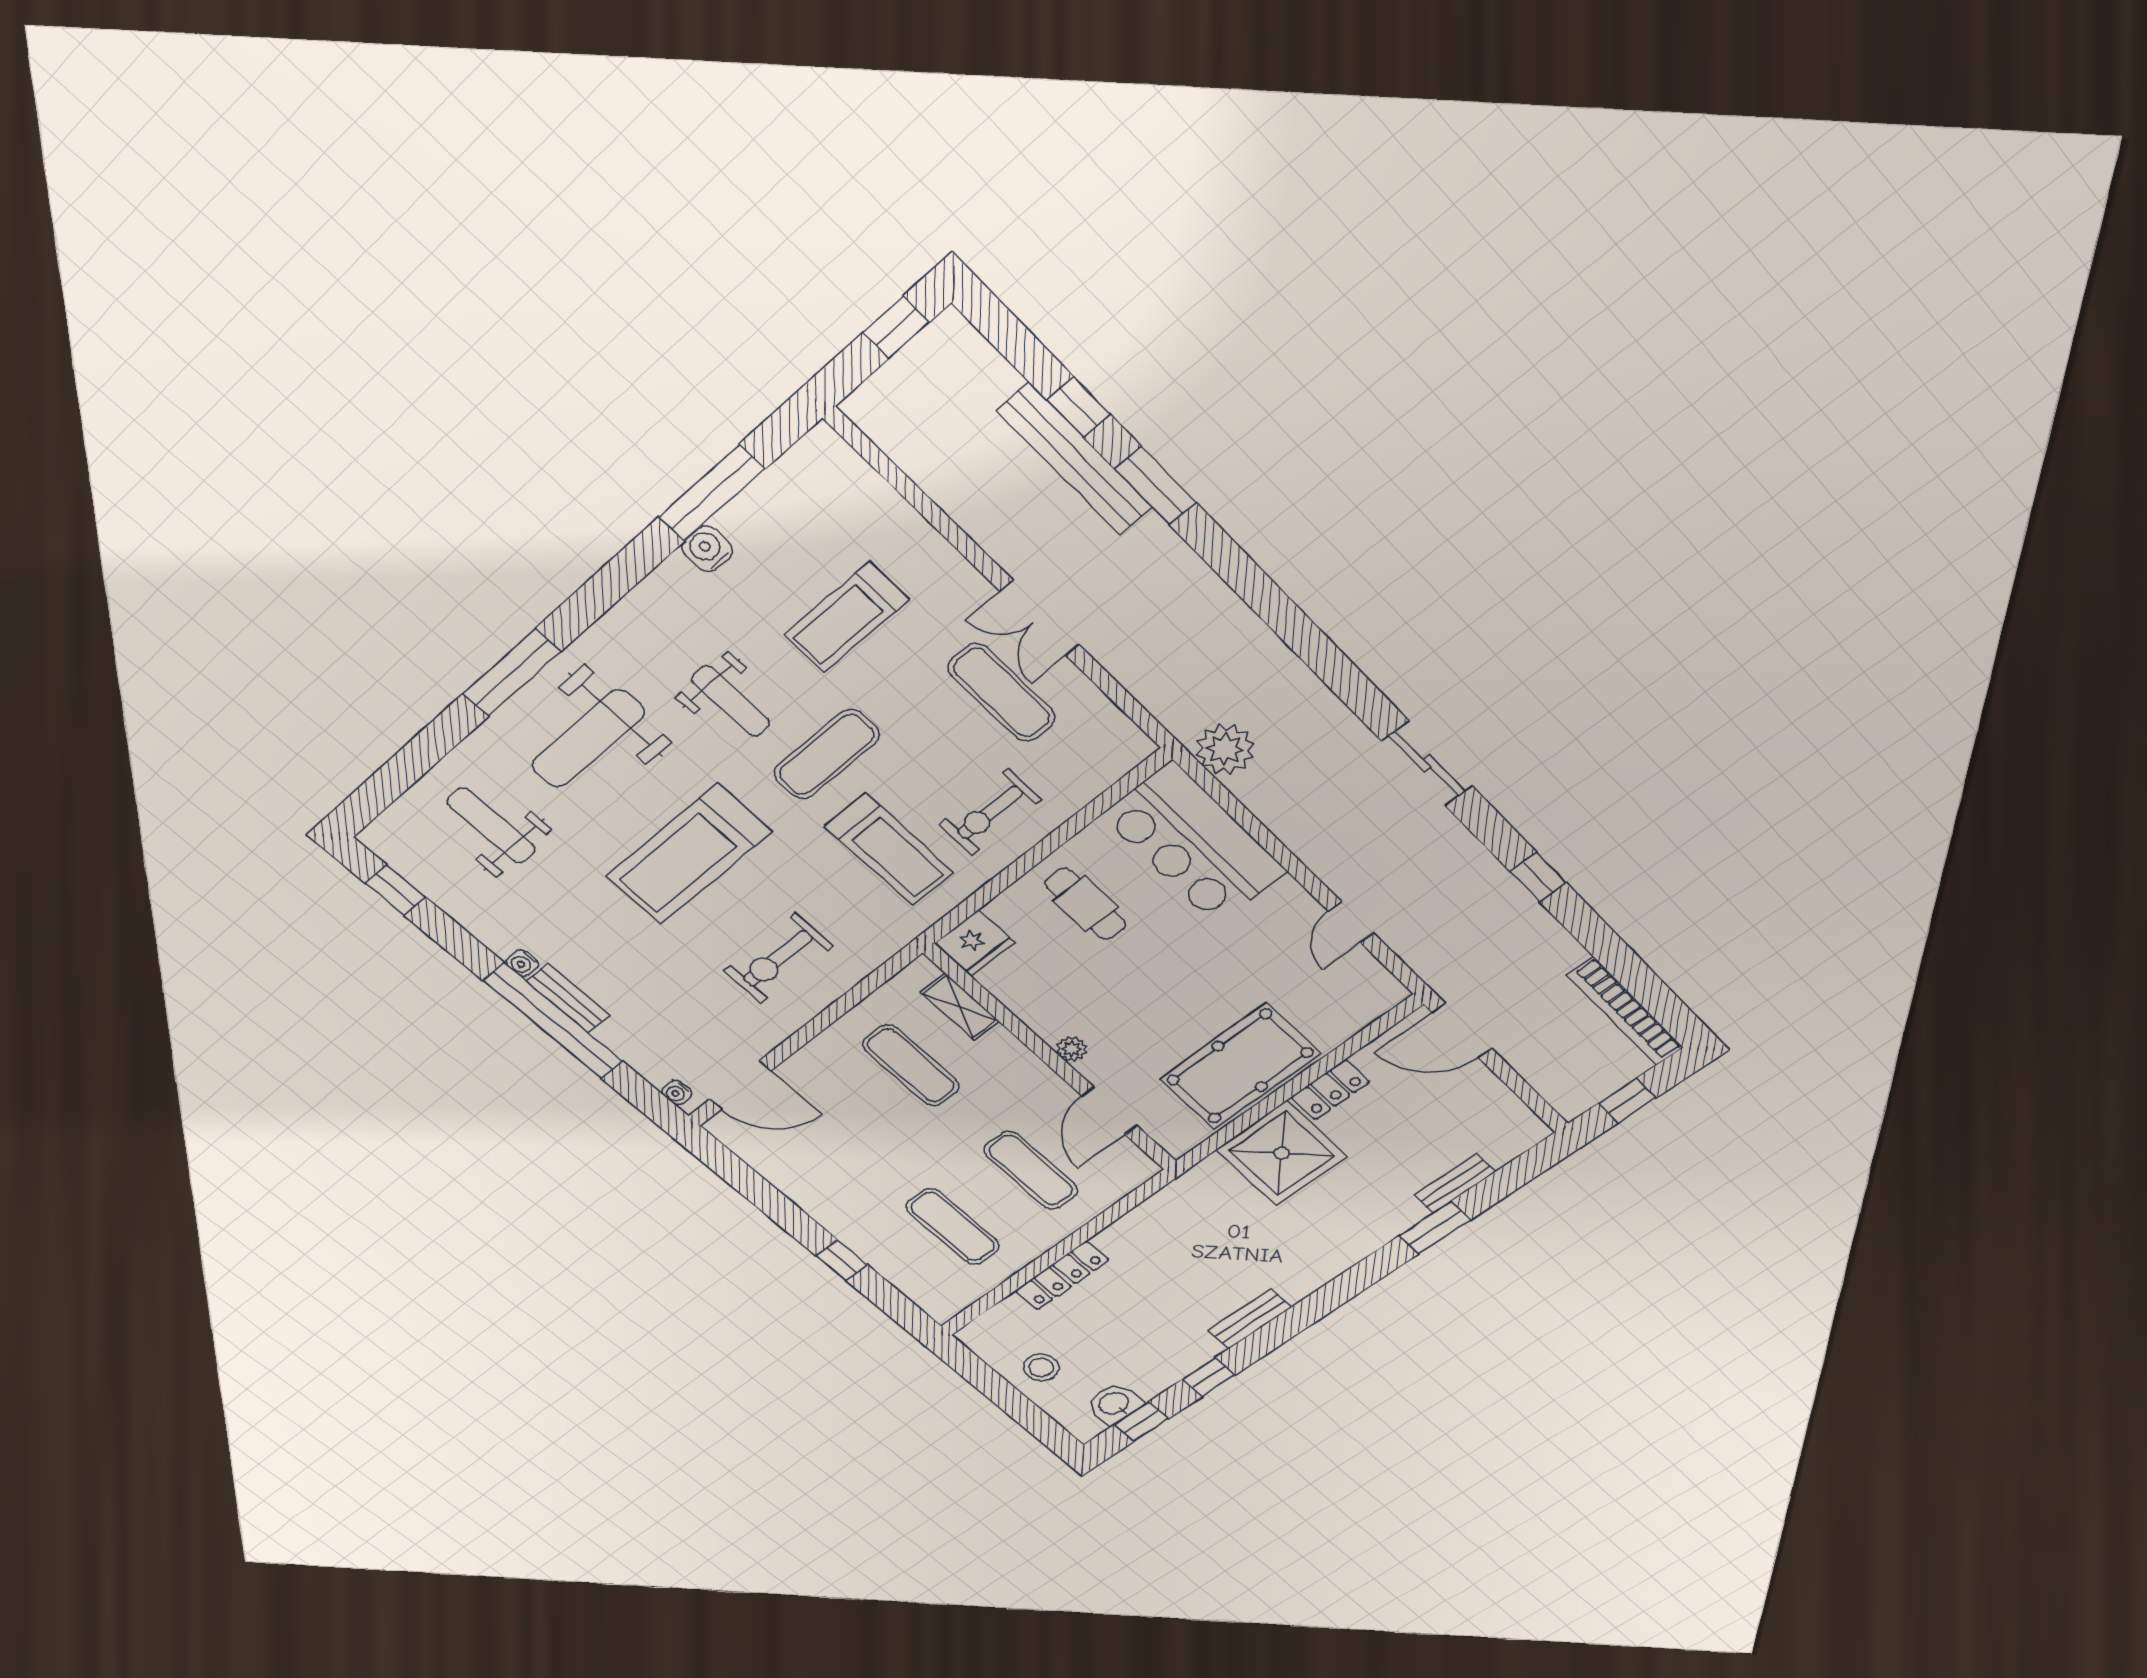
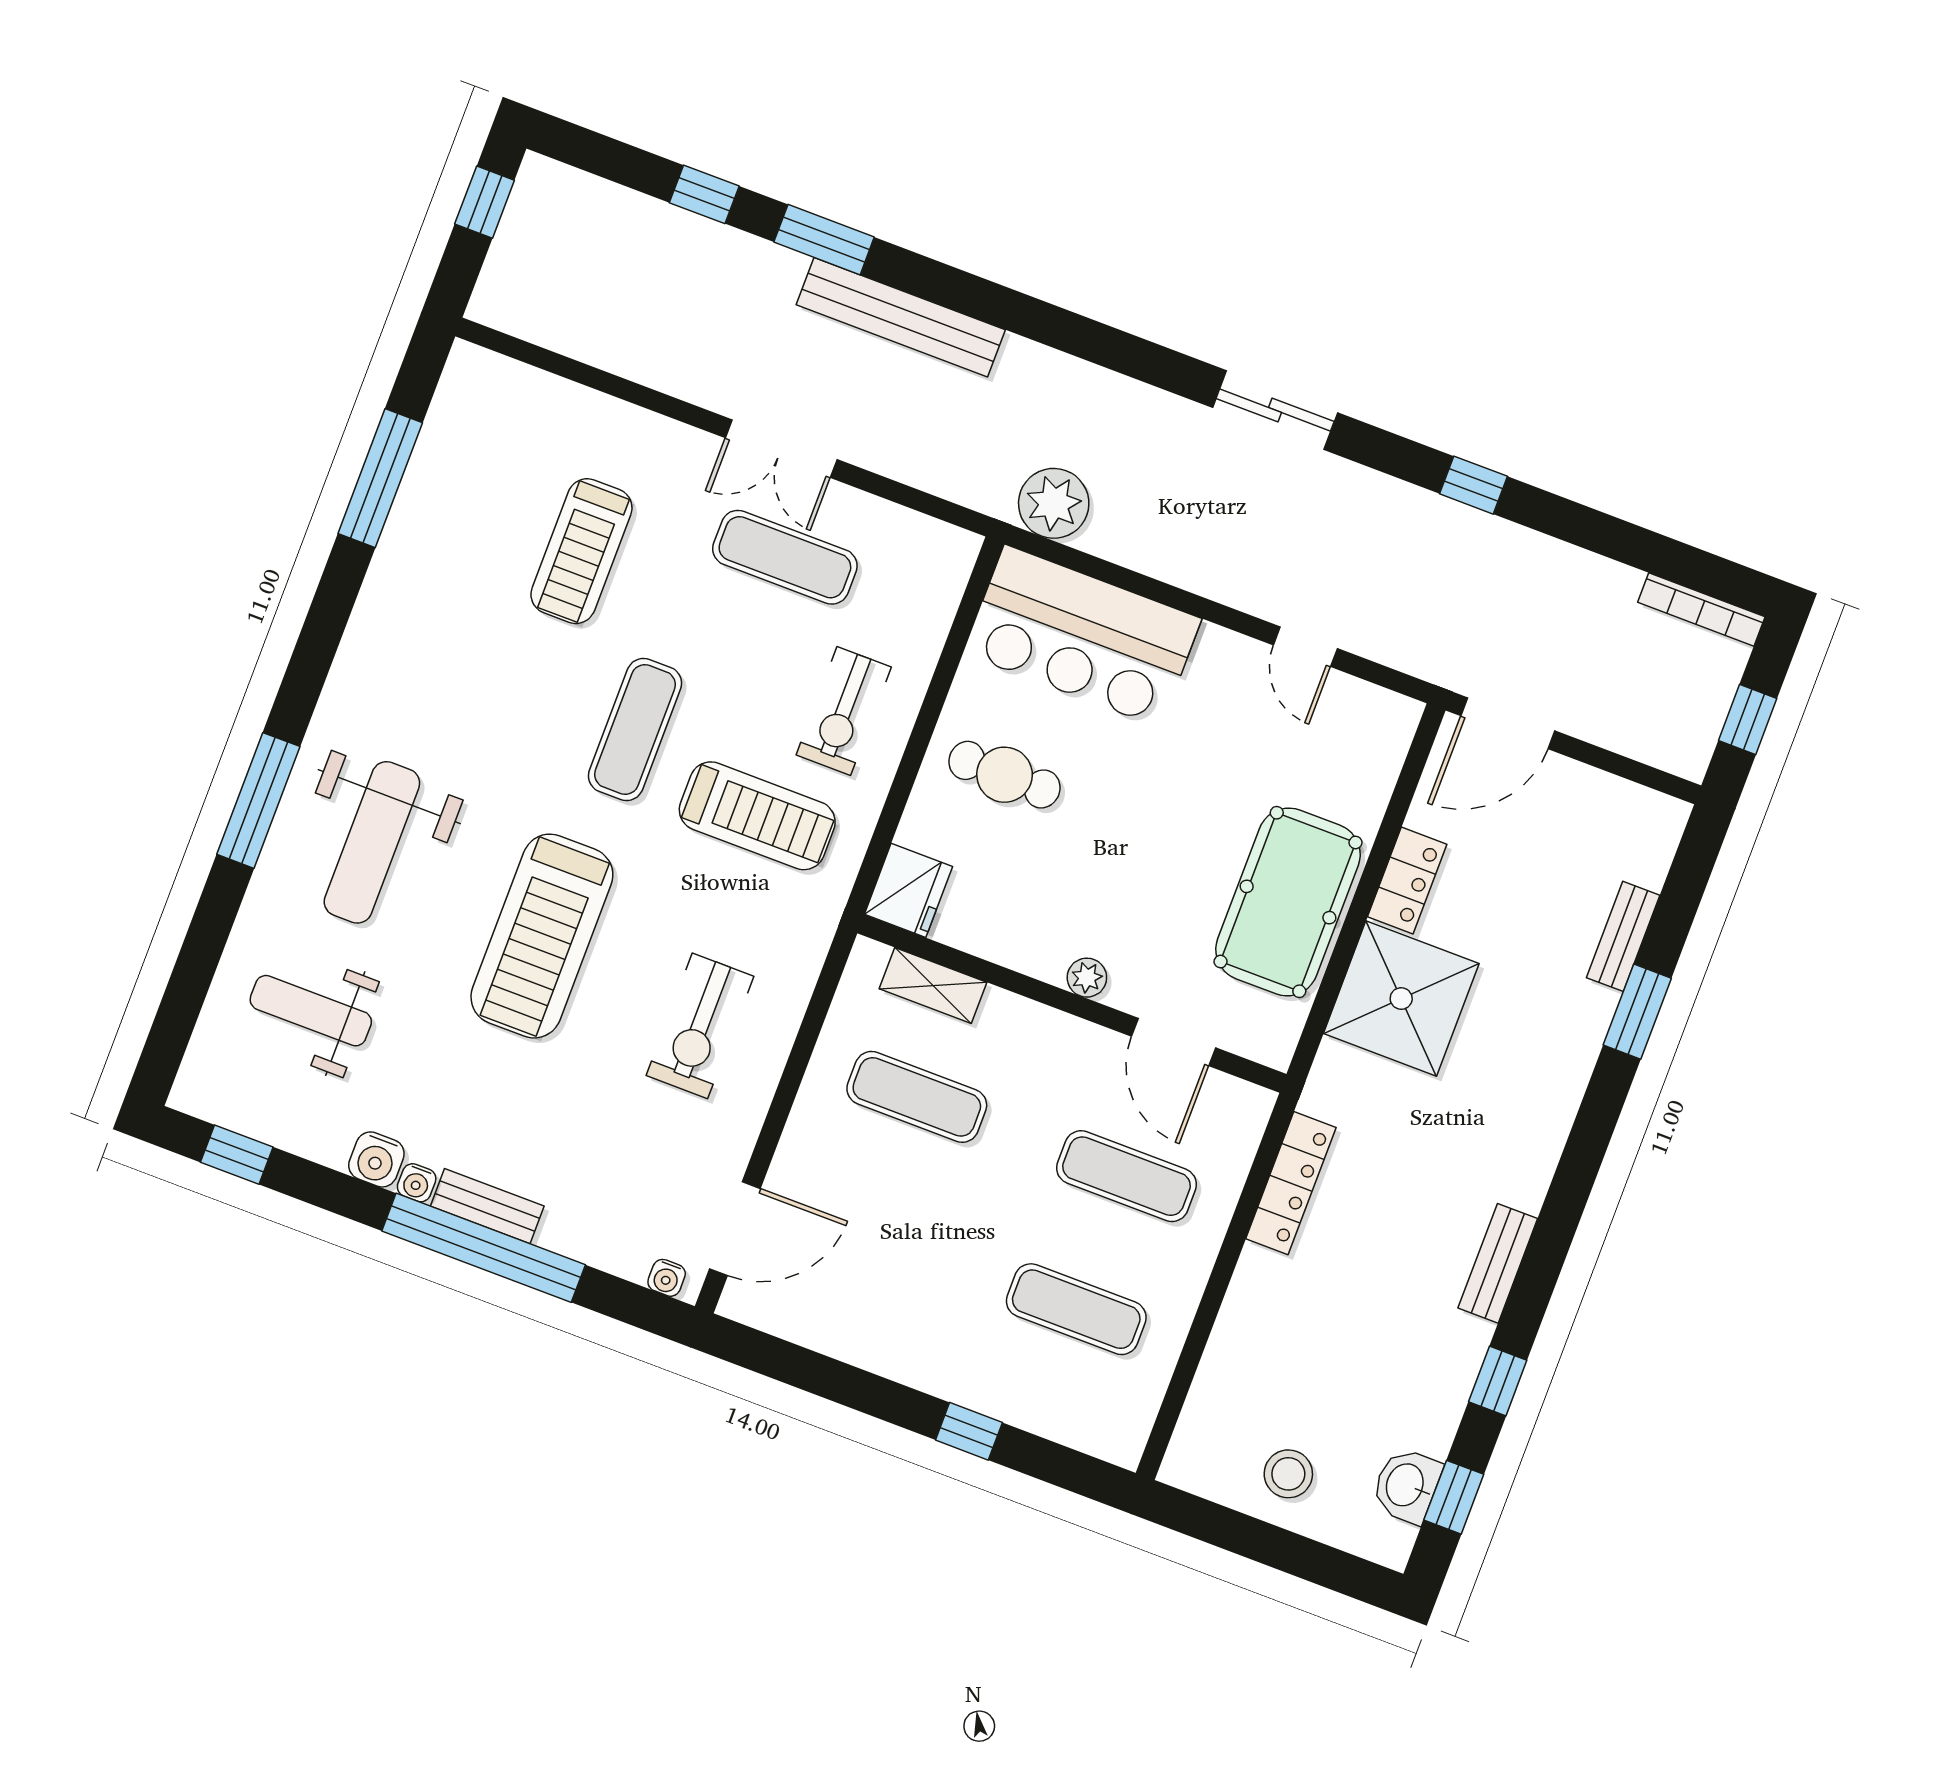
bench: (1075, 459) -> (901, 317), moved
water cooler: (707, 549) -> (376, 1159), moved, turned -90
weight bench: (731, 701) -> (504, 716), removed
bookcase: (1625, 1011) -> (1701, 610), width x0.68, depth x0.76
locker: (1062, 1275) -> (1291, 1183), moved

